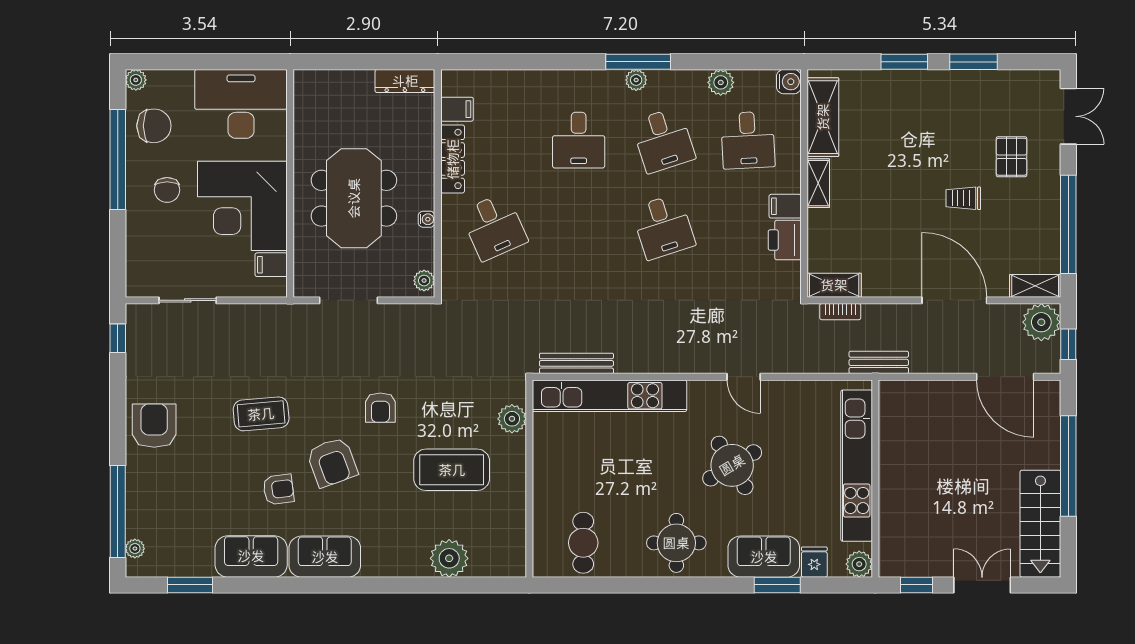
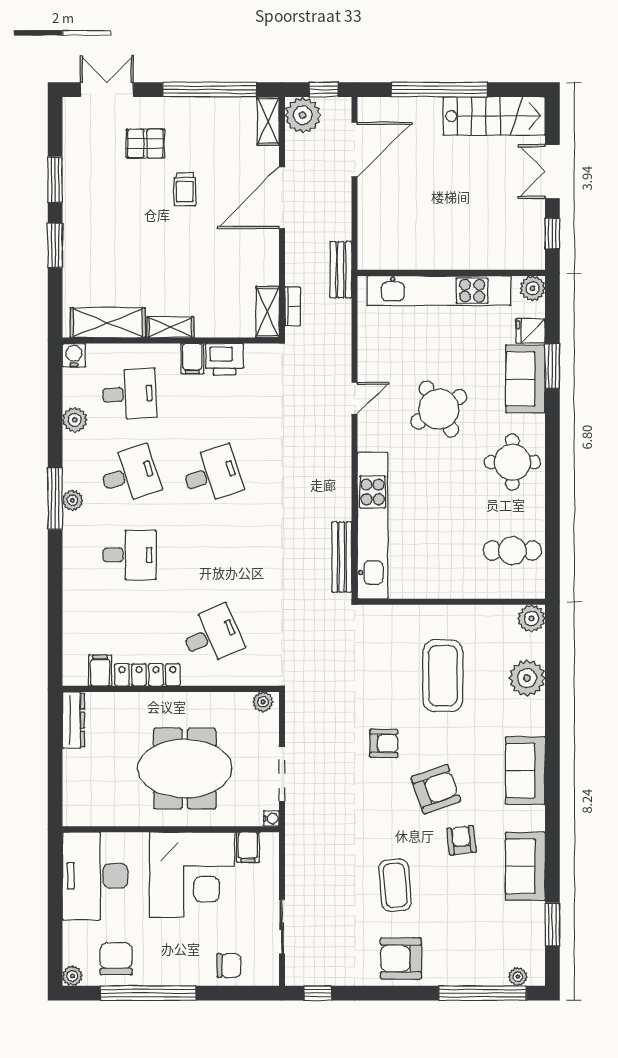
chair: (167, 190) -> (229, 966), moved
water cooler: (427, 219) -> (271, 819), moved, turned 90
coffee table: (261, 414) -> (395, 885), moved
plant: (512, 419) -> (531, 618), moved
sofa: (325, 557) -> (525, 771), moved

